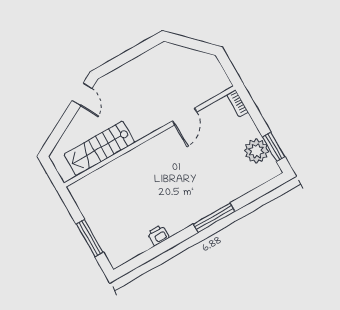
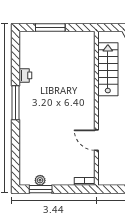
plant: (256, 151) -> (40, 180), width x0.53, depth x0.53
window: (214, 218) -> (15, 103), moved

